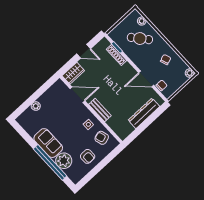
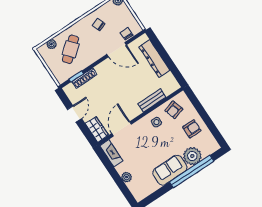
door: (146, 79) -> (117, 50), hinge flipped
fireplace: (55, 89) -> (111, 153), added
bench: (100, 110) -> (152, 100), moved

